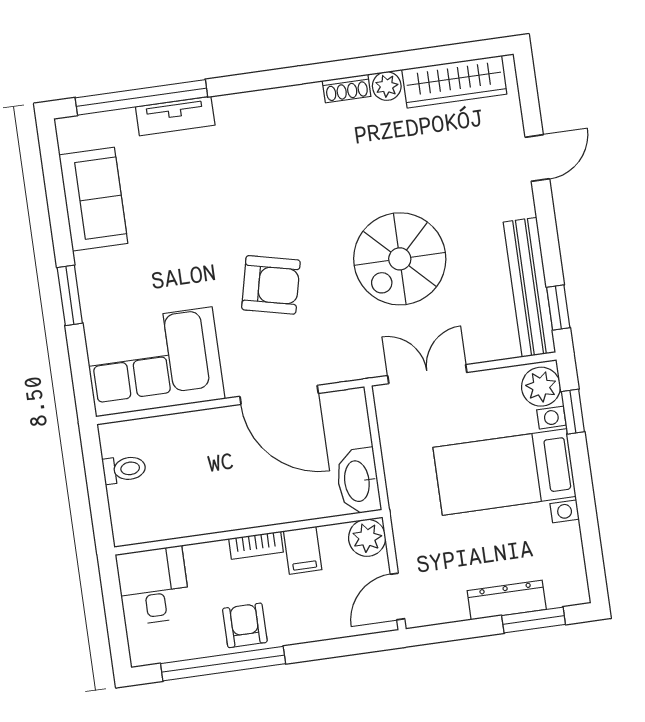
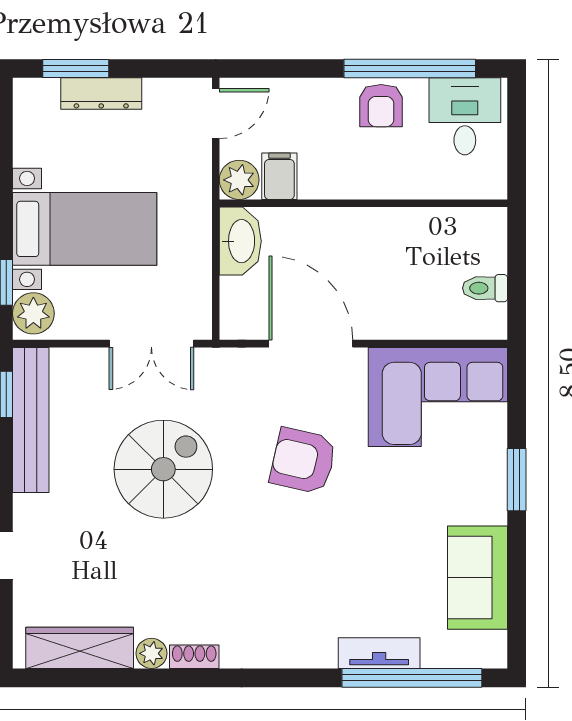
bookcase: (256, 545) -> (357, 188), removed
filing cabinet: (303, 550) -> (279, 176), moved
desk: (153, 586) -> (465, 116), moved, turned 180

